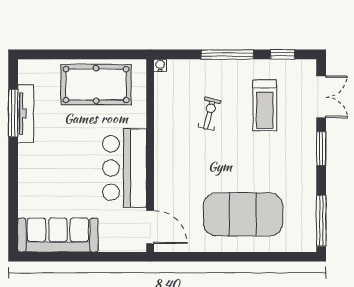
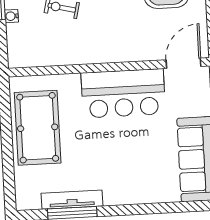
water cooler: (160, 65) -> (12, 16), moved

